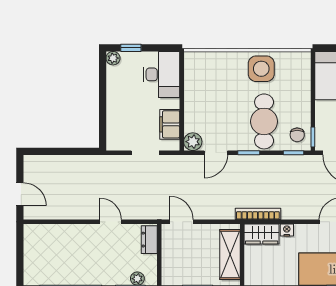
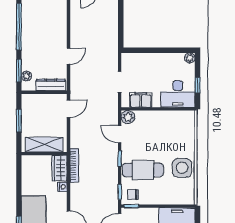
window: (131, 48) -> (198, 85), moved
dresser: (149, 240) -> (51, 85), width x1.44

